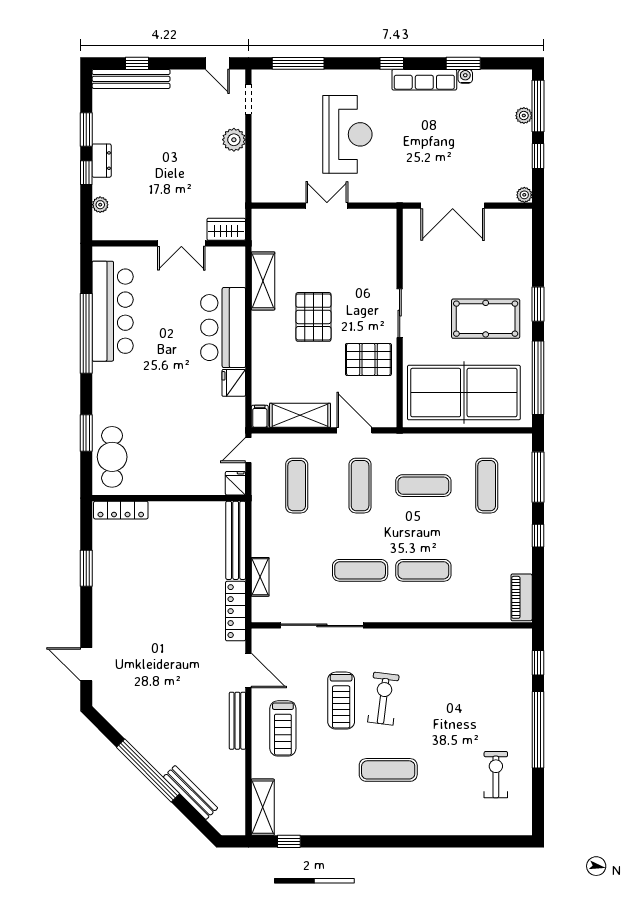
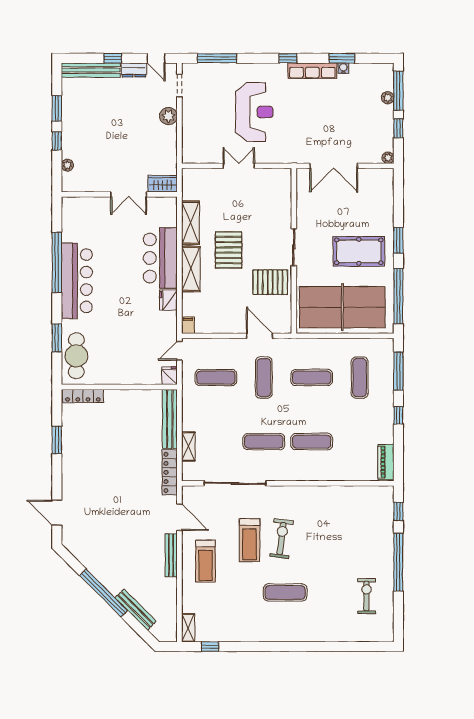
window: (137, 63) -> (113, 58), moved
dresser: (102, 161) -> (134, 70), moved, turned 90
bar counter: (113, 311) -> (77, 281), moved
shelving: (300, 415) -> (191, 269), moved, turned 90
exercise mat: (297, 486) -> (216, 378), turned 90
shelving: (263, 807) -> (188, 628), width x0.67, depth x0.75

